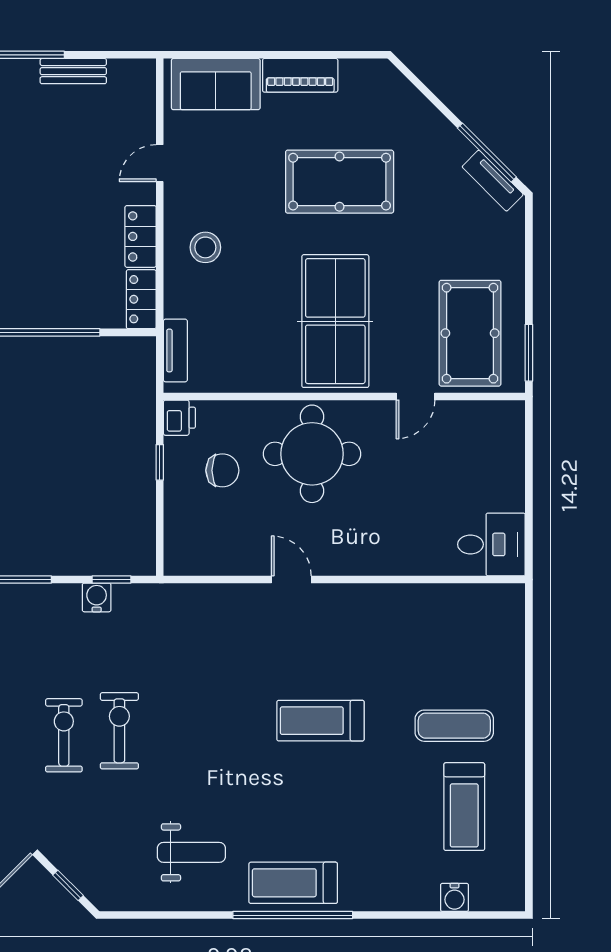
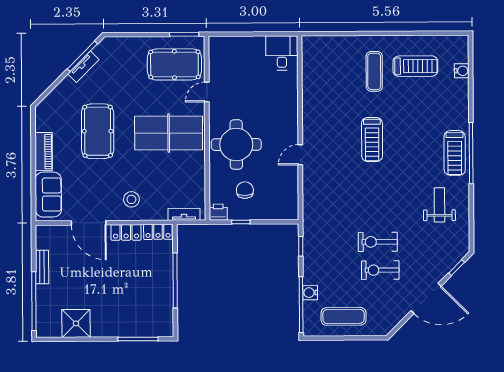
door: (160, 163) -> (89, 223), width x1.88
tv unit: (493, 181) -> (83, 67), moved
door: (416, 396) -> (207, 92), swing flipped
water cooler: (97, 597) -> (310, 293), moved

